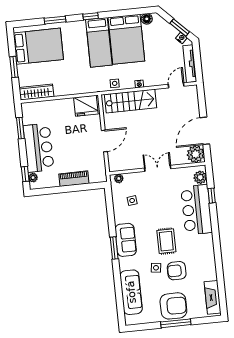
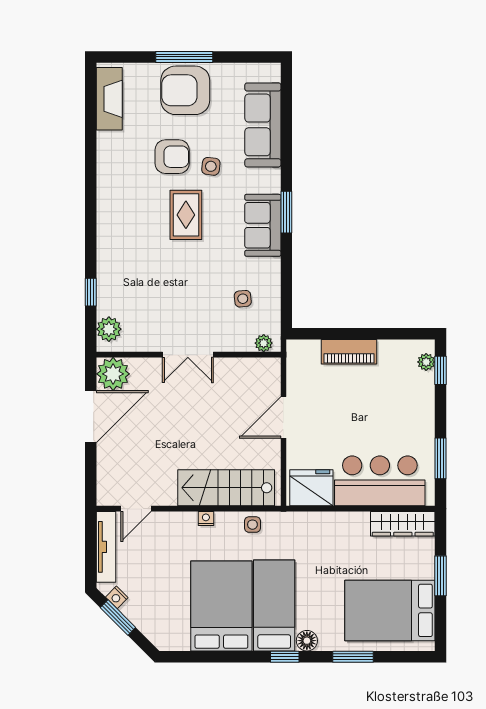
floor lamp: (147, 19) -> (307, 641), moved
bar counter: (39, 148) -> (380, 481), moved, turned 90
bar counter: (197, 210) -> (122, 268), removed

